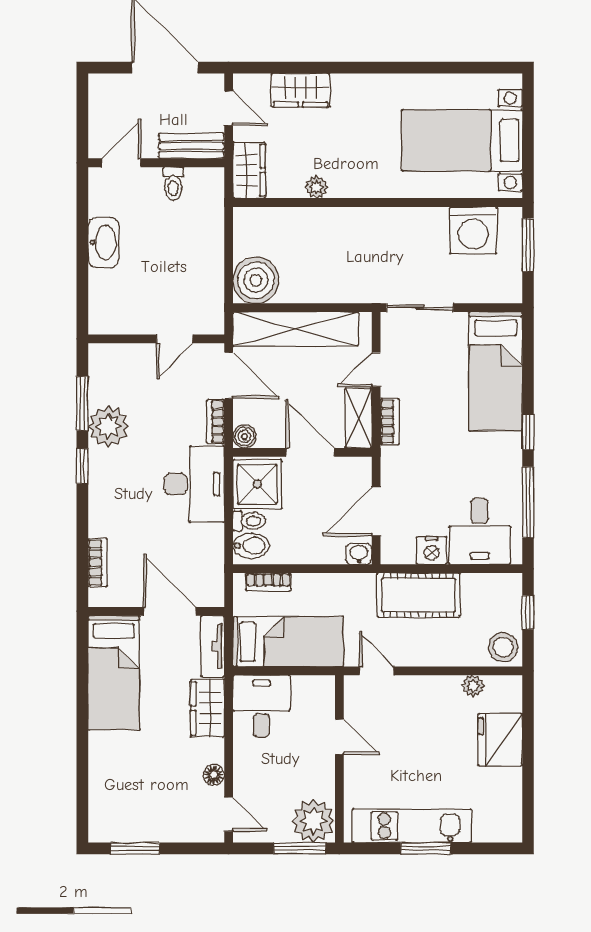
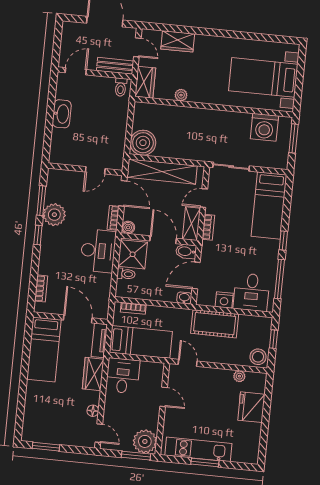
toilet: (173, 184) -> (121, 87), moved
bidet: (251, 546) -> (186, 251), moved, turned 180

